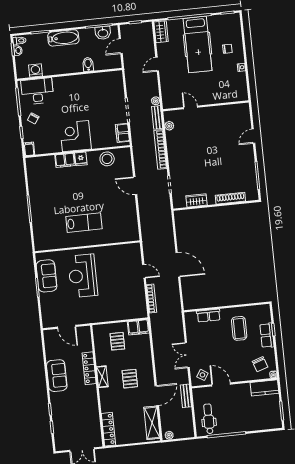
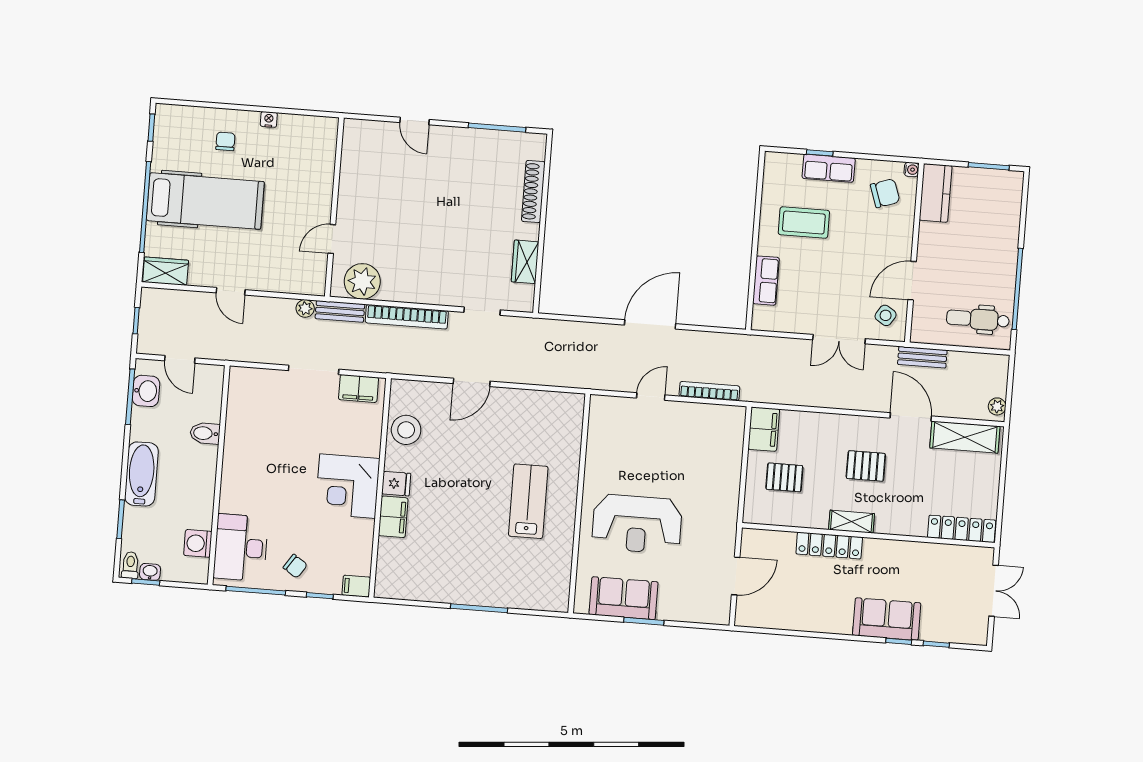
plant: (169, 126) -> (362, 281), width x1.87, depth x1.87
sofa: (57, 376) -> (887, 619), moved

